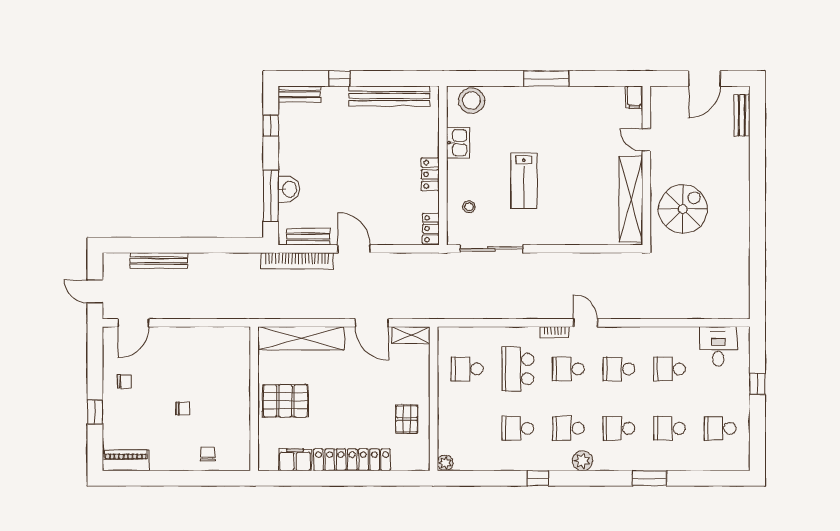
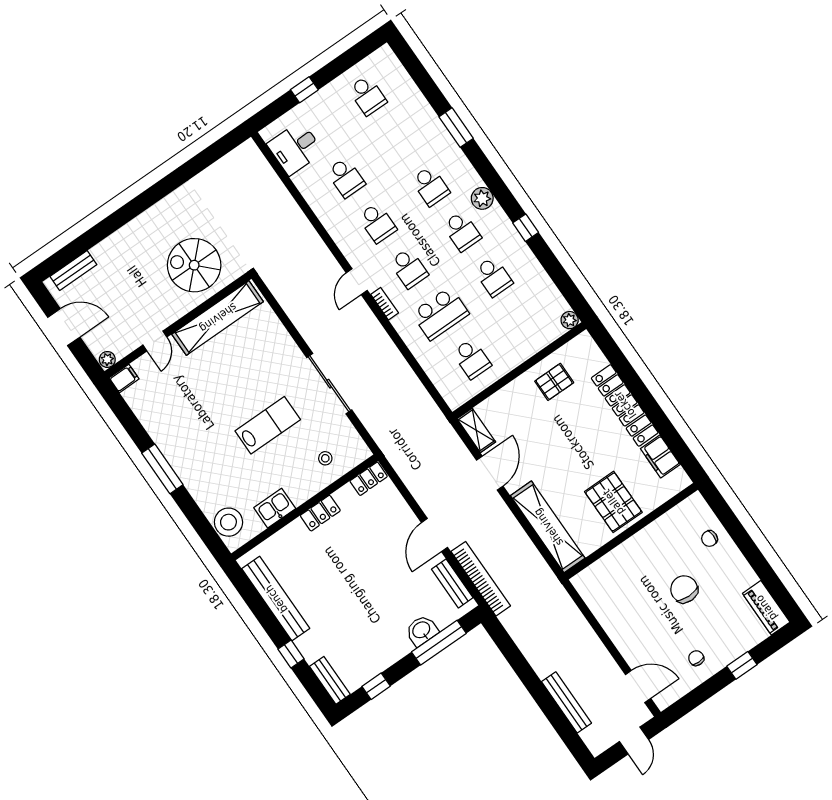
plant: (657, 94) -> (107, 359), added
sliding door: (491, 249) -> (329, 384), moved
chair: (183, 408) -> (684, 589), width x1.87, depth x1.87
school desk: (669, 428) -> (399, 141), removed

